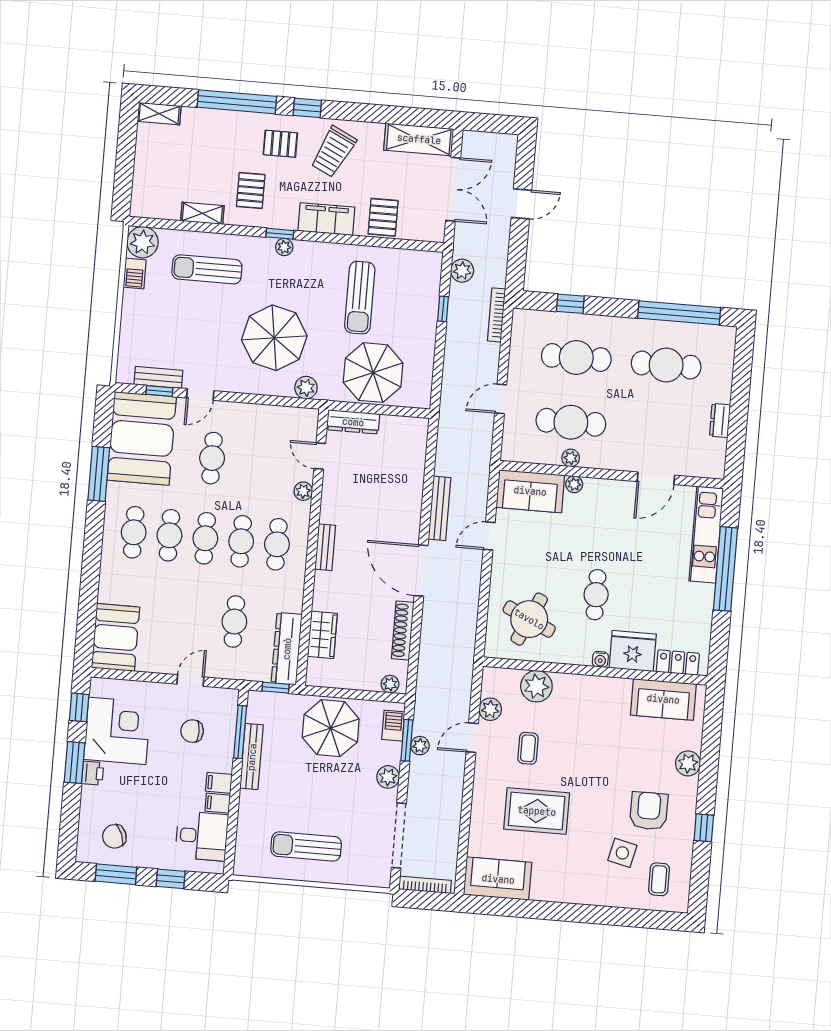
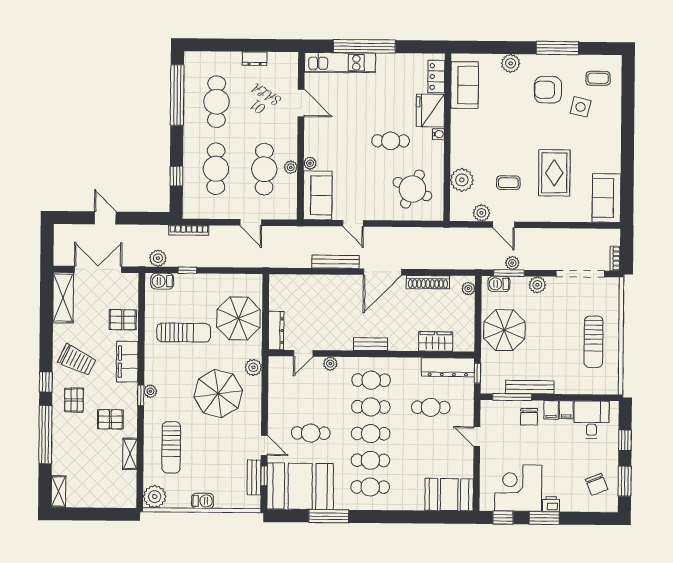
barbecue: (135, 274) -> (203, 501), moved
barbecue: (431, 274) -> (162, 281), added
chair: (192, 731) -> (529, 417), moved
window: (704, 828) -> (557, 48), width x2.17
bookcase: (425, 885) -> (615, 258), width x0.64

